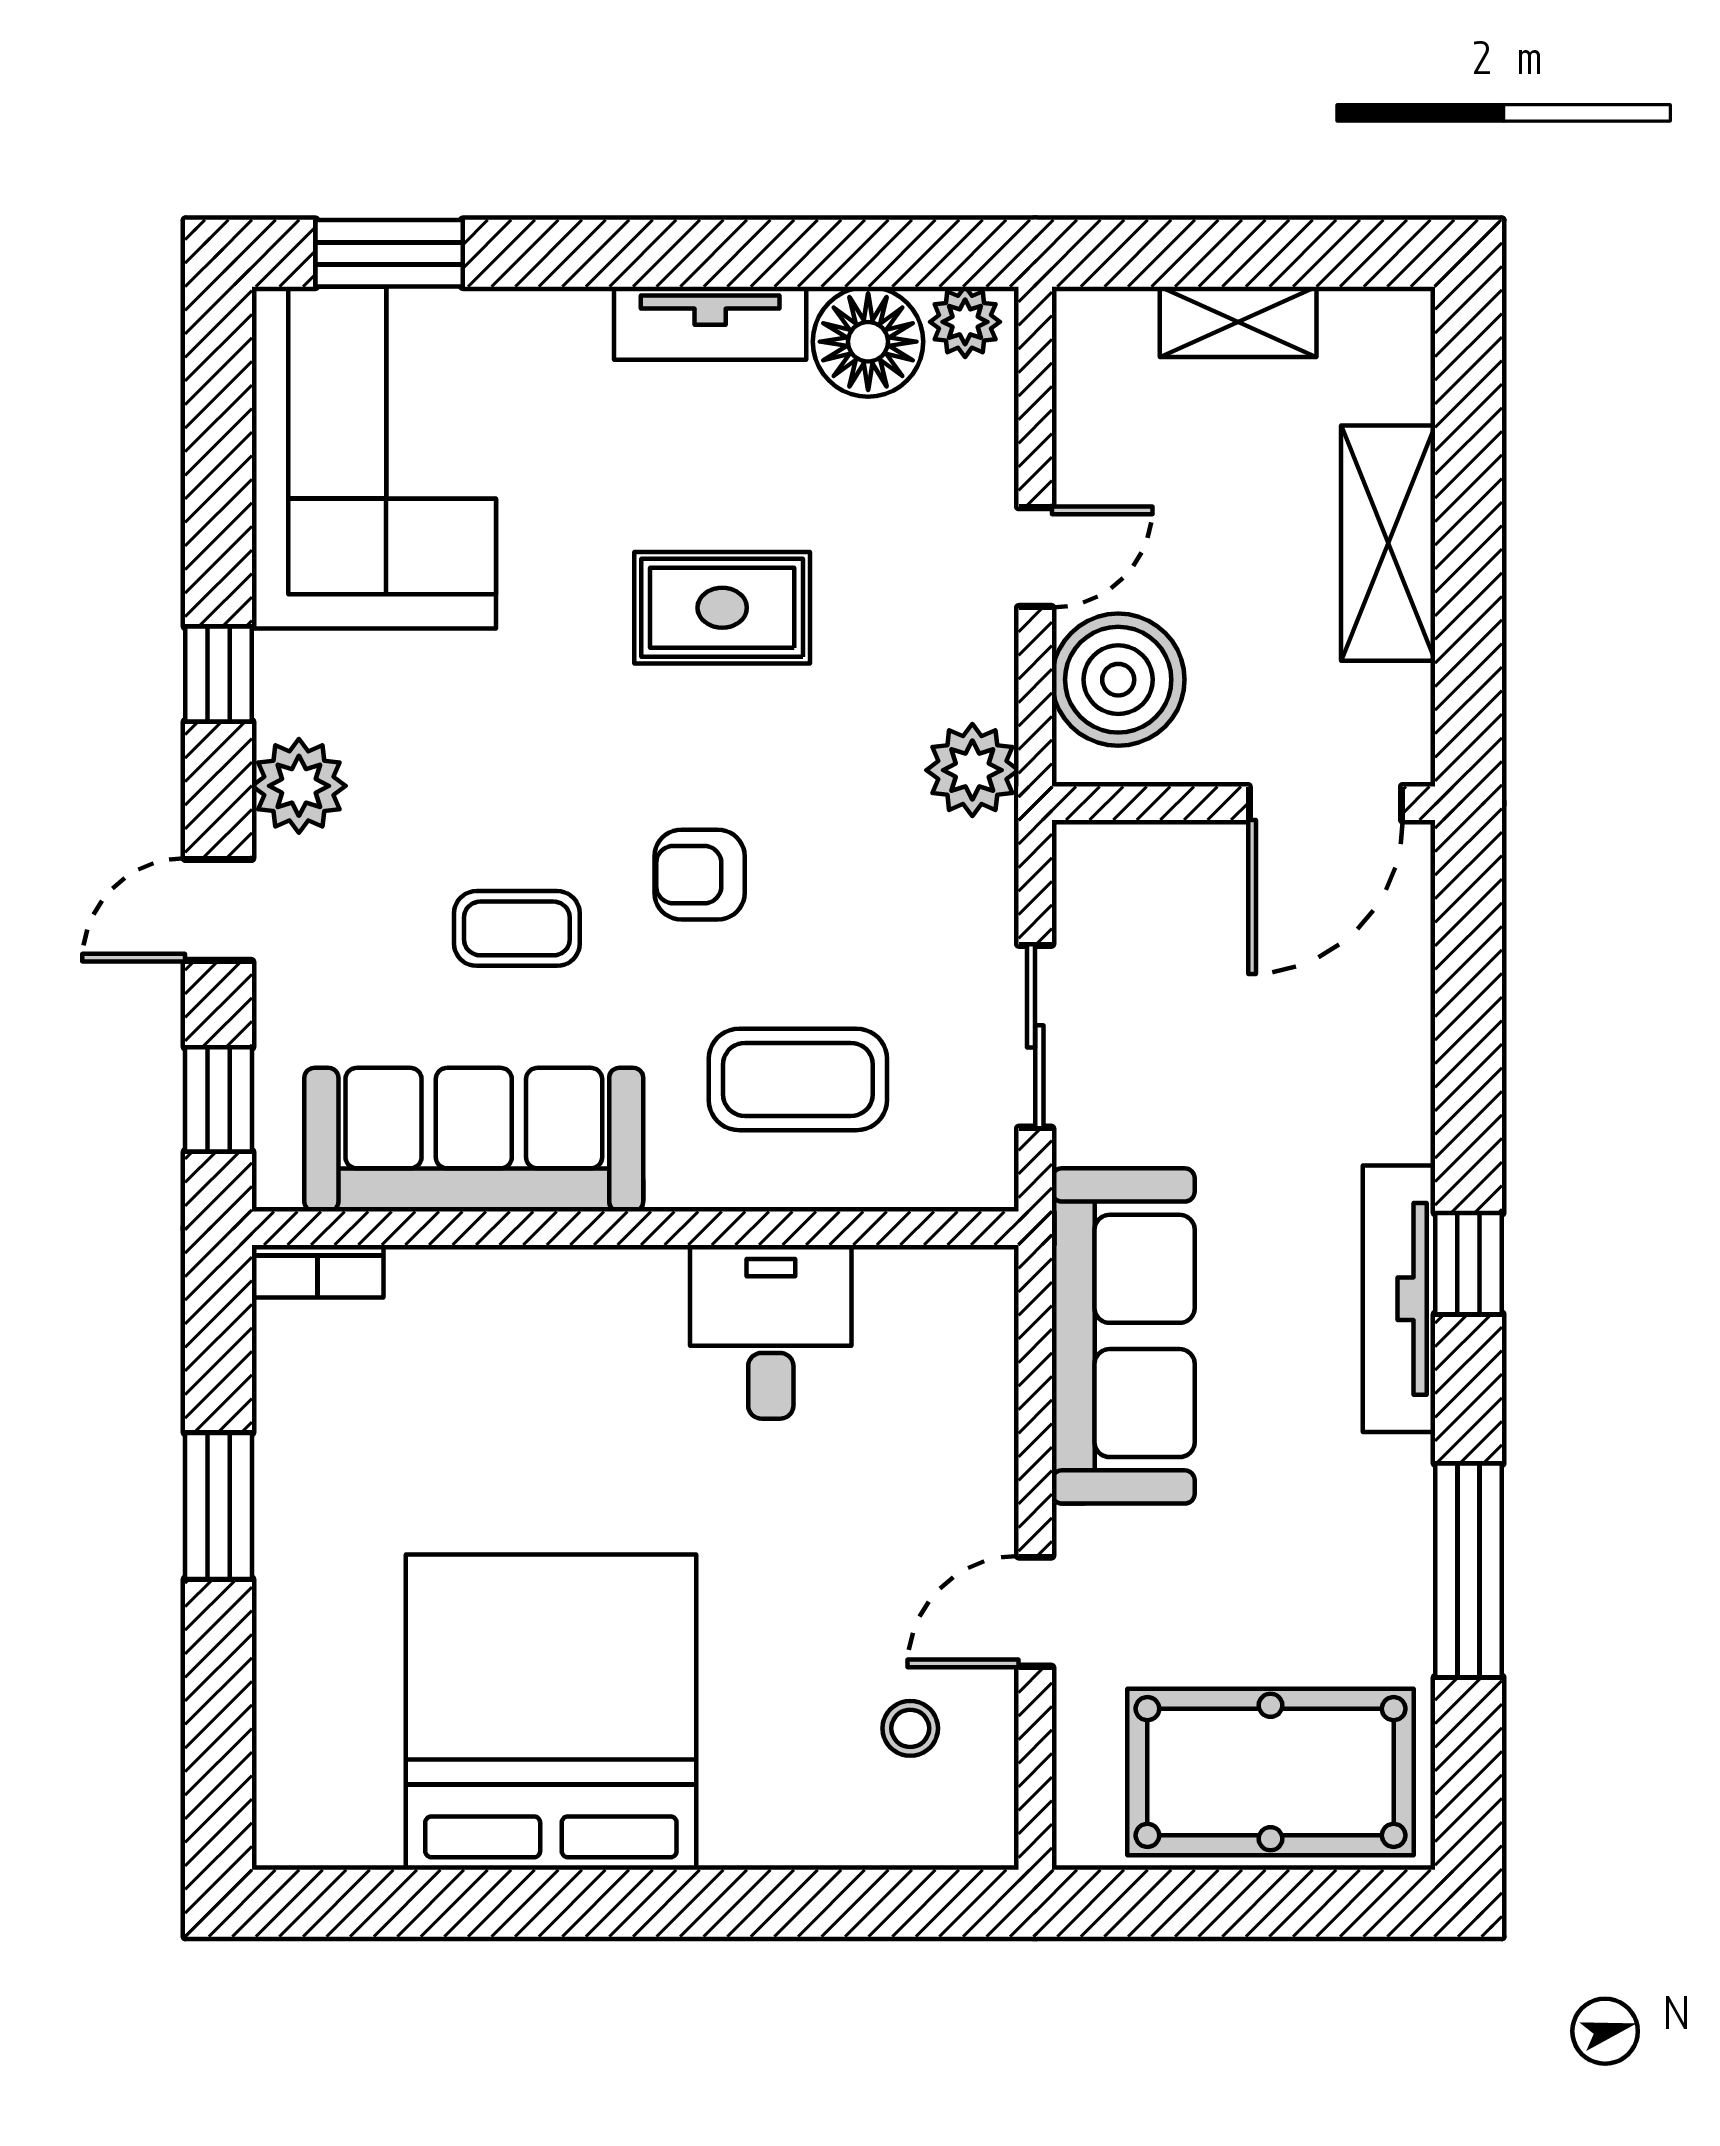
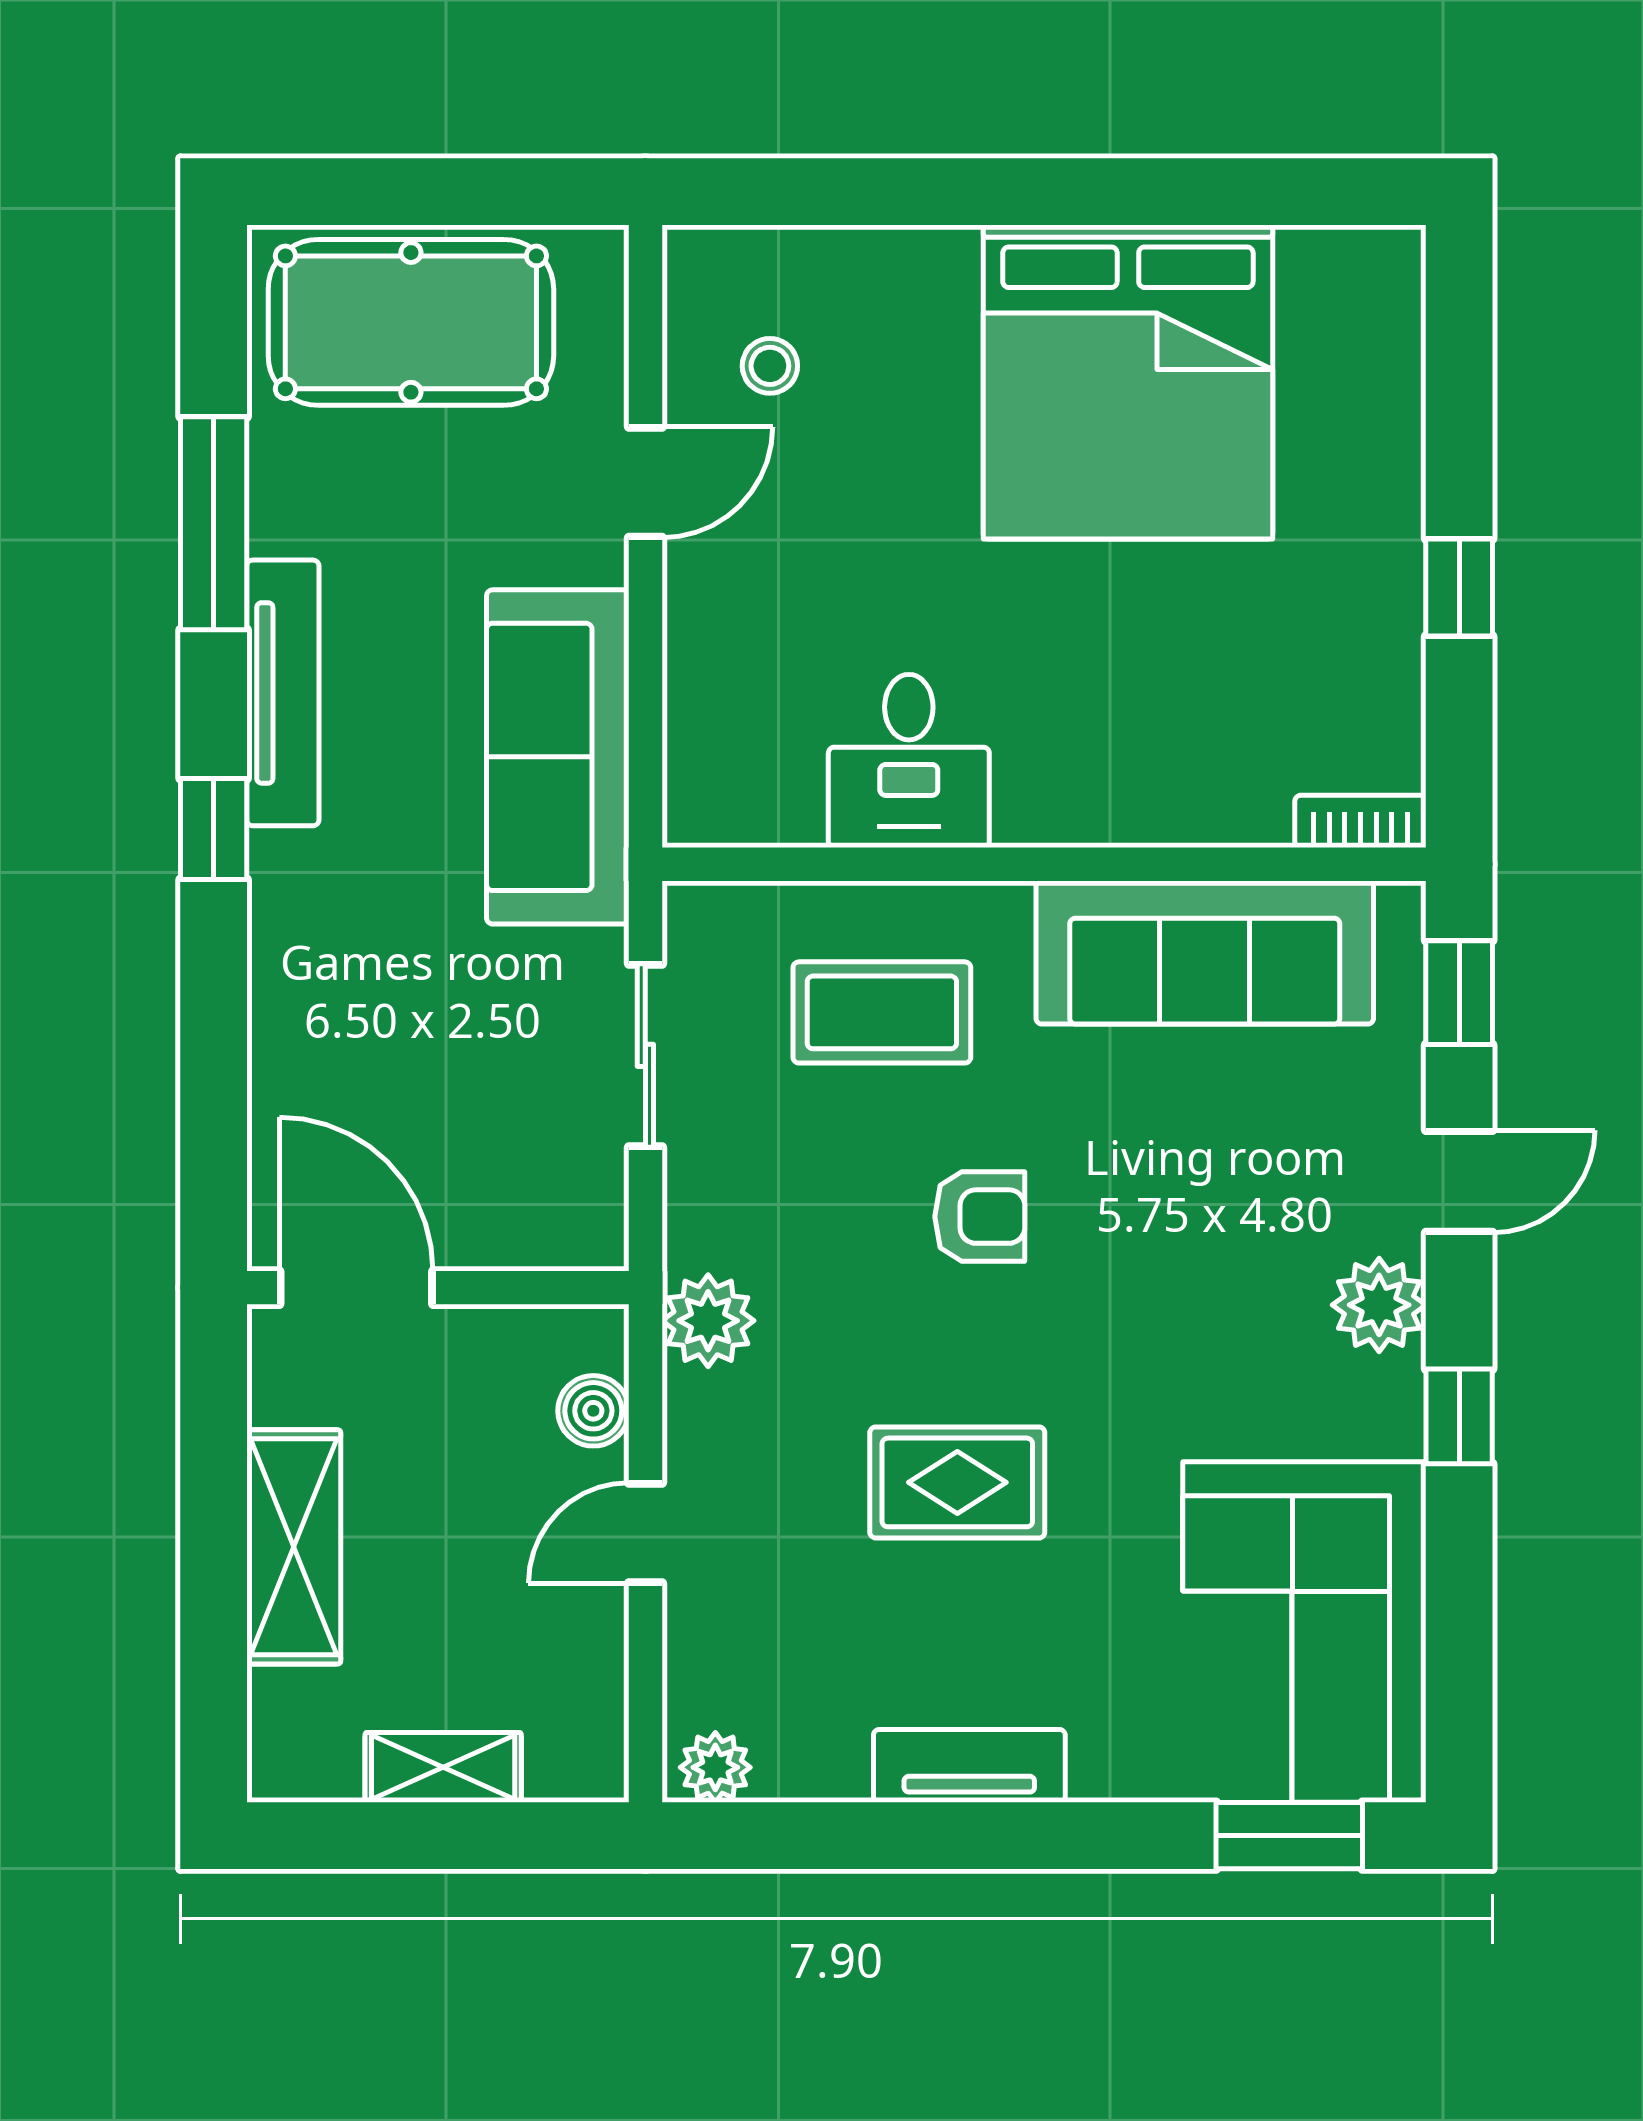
floor lamp: (868, 342) -> (812, 1748), removed
boiler: (1118, 680) -> (593, 1411), width x0.54, depth x0.54
door: (1325, 803) -> (356, 1288), hinge flipped
coffee table: (517, 928) -> (1162, 1163), removed
tv unit: (1399, 1299) -> (283, 693), moved
window: (219, 1506) -> (1459, 587), width x0.67

